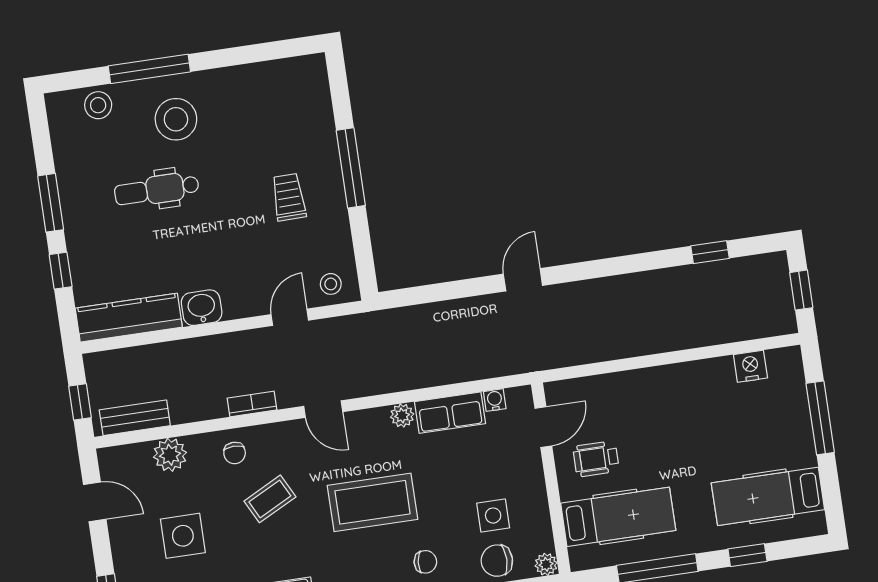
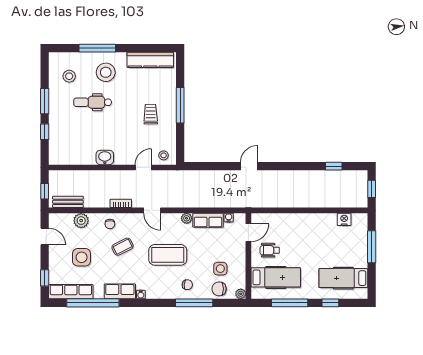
stool: (98, 105) -> (69, 76), moved
kitchen counter: (129, 318) -> (150, 60), moved, turned 180

